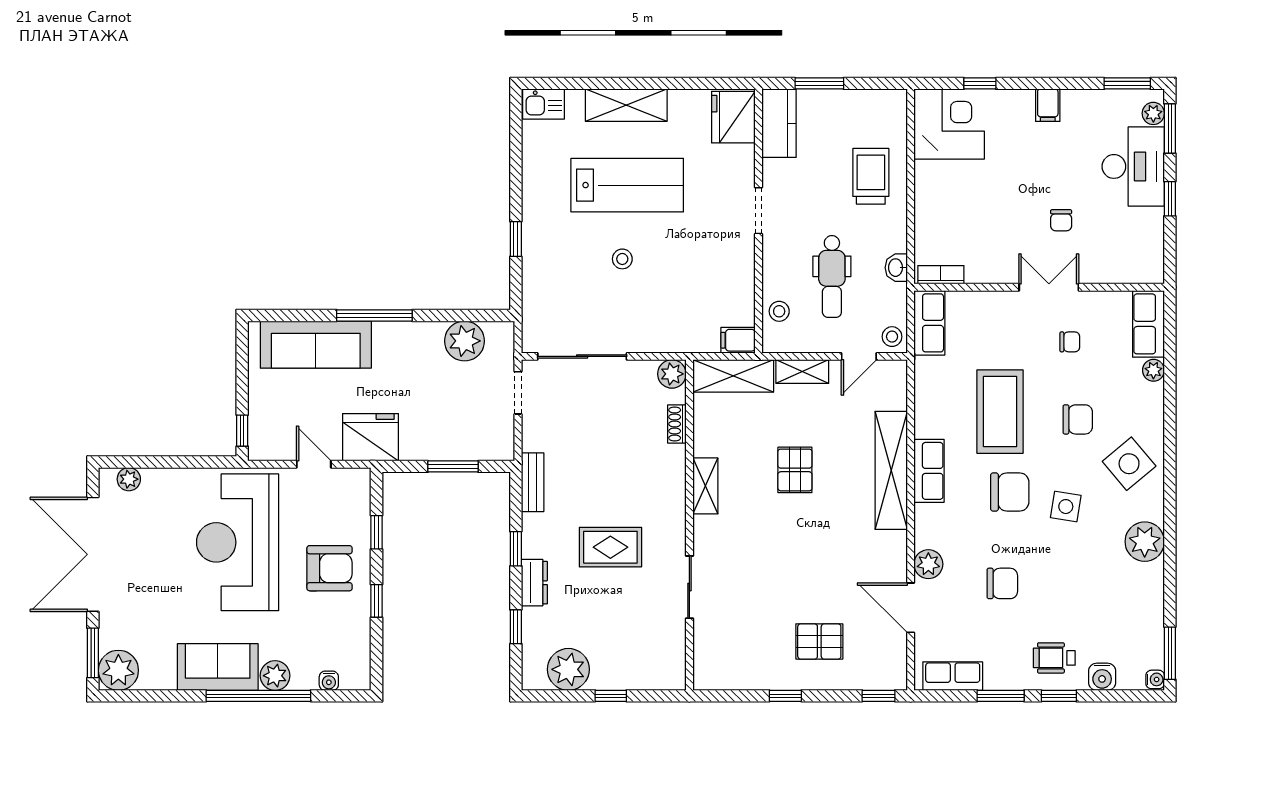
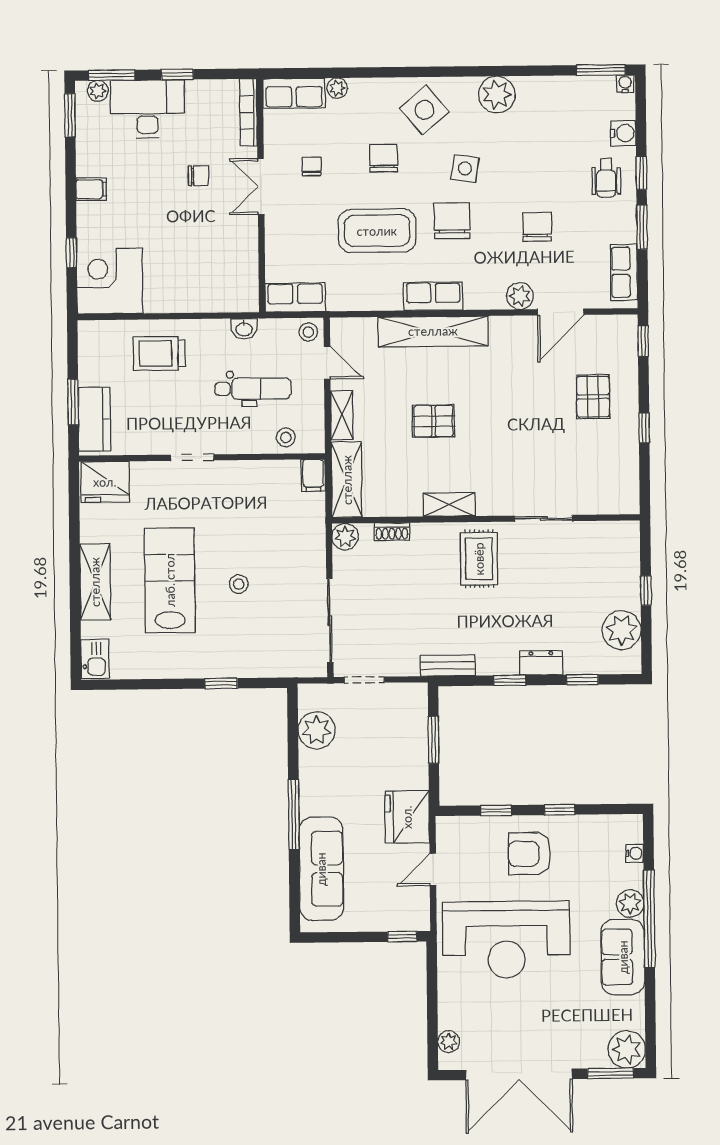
kitchen counter: (779, 123) -> (94, 419), moved, turned 90
bookcase: (941, 275) -> (248, 112), moved, width x1.56
rug: (610, 547) -> (479, 559), moved
armchair: (330, 568) -> (530, 854), turned -90

